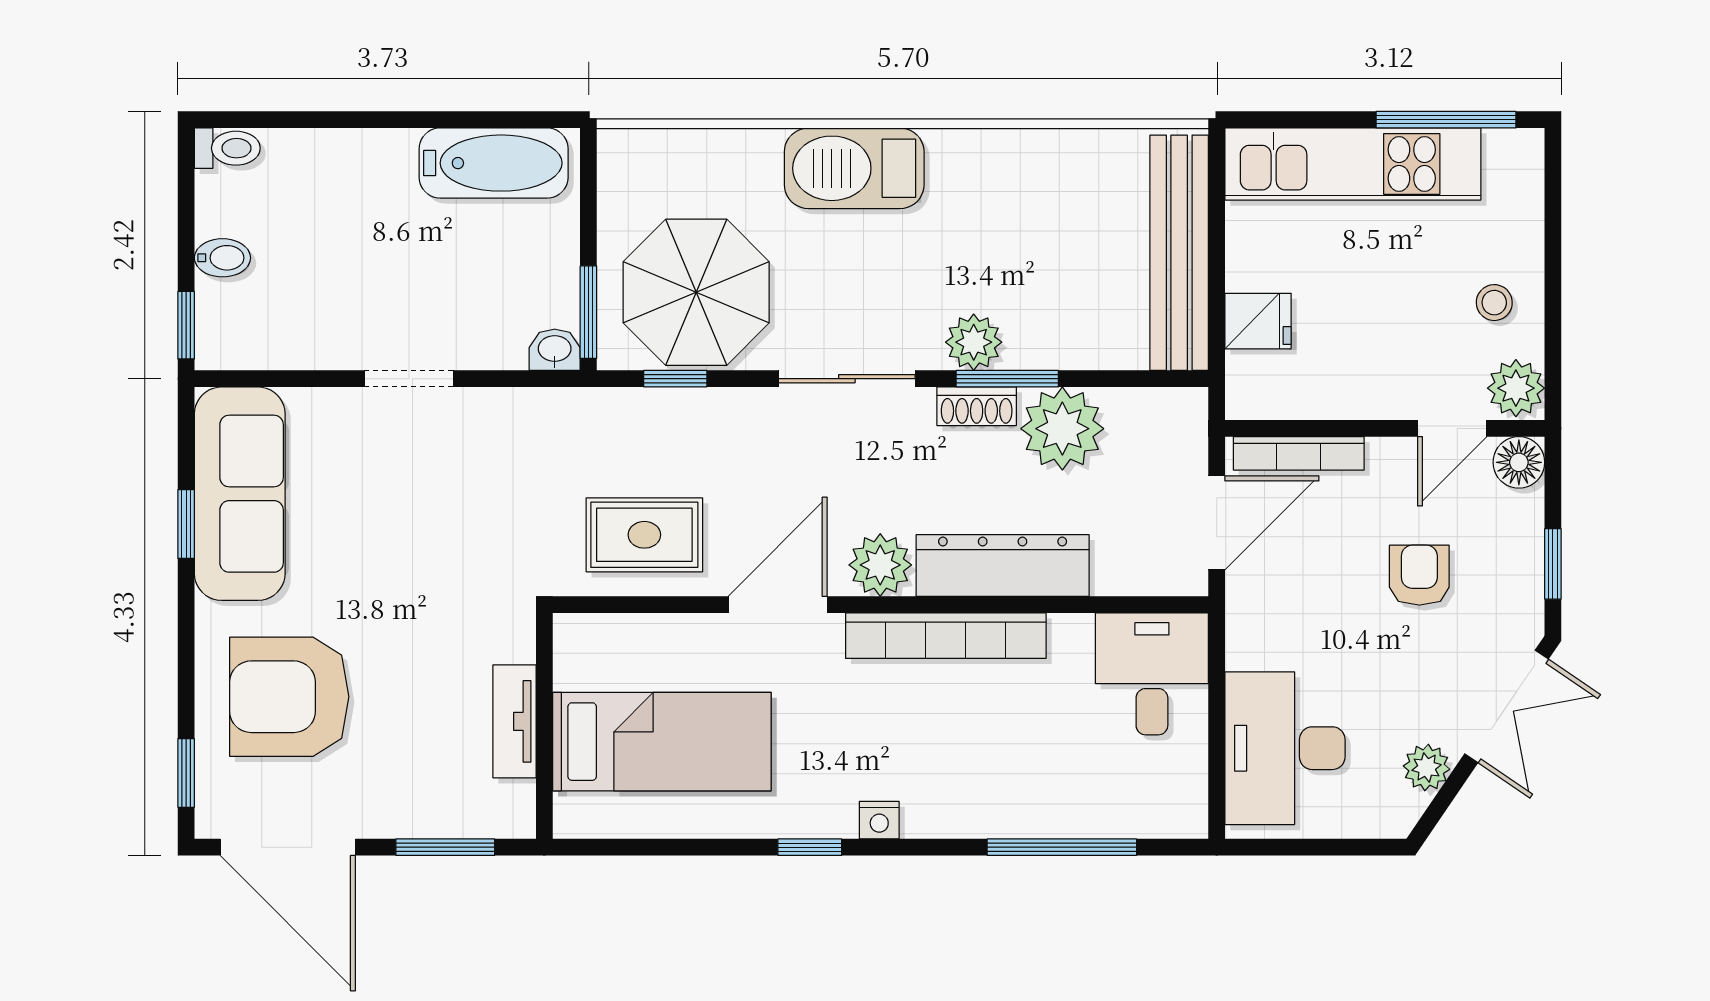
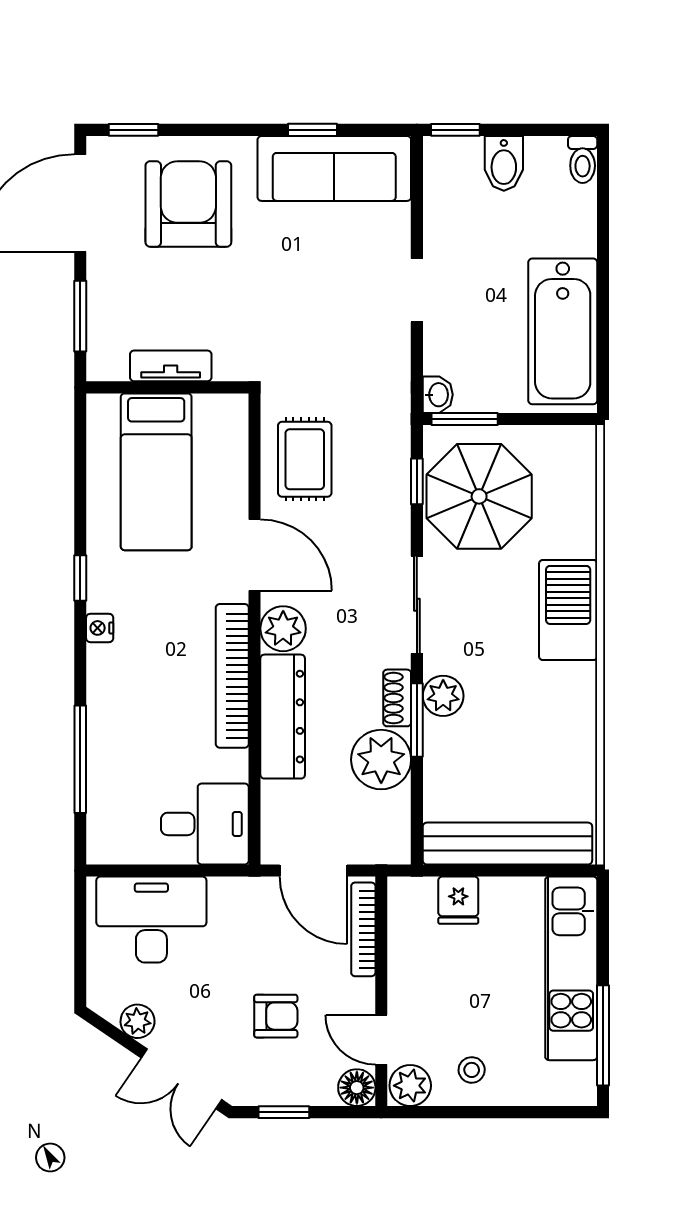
bathtub: (494, 163) -> (563, 331), width x1.36, depth x1.36
bidet: (222, 258) -> (504, 163), width x1.38, depth x1.36

